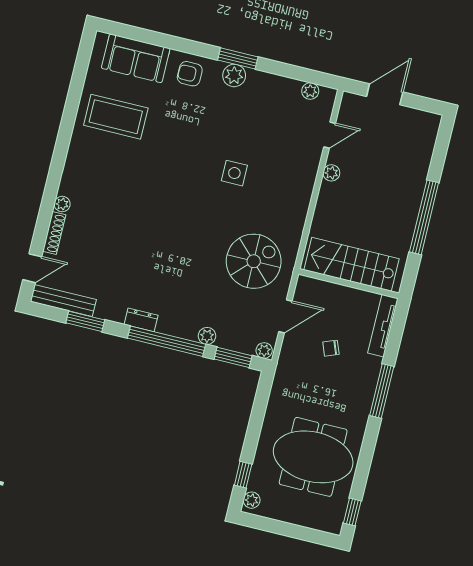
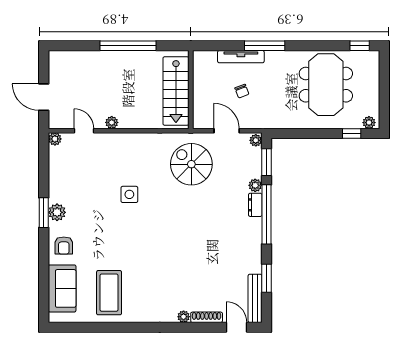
plant: (310, 91) -> (55, 139), moved
dresser: (141, 320) -> (255, 205), moved
tv unit: (383, 326) -> (241, 57), moved

